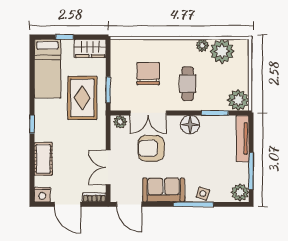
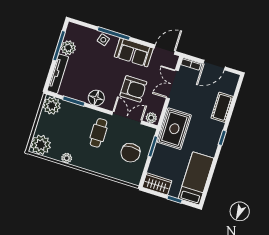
plant: (222, 51) -> (41, 145), moved
chair: (148, 74) -> (130, 153), moved
cafe table: (188, 84) -> (99, 133), moved
rug: (82, 98) -> (174, 129), moved
double door: (108, 167) -> (172, 84), swing flipped
plant: (240, 192) -> (68, 48), moved
nightstand: (42, 195) -> (232, 79), removed
door: (67, 204) -> (214, 65), swing flipped
door: (129, 204) -> (165, 50), hinge flipped

